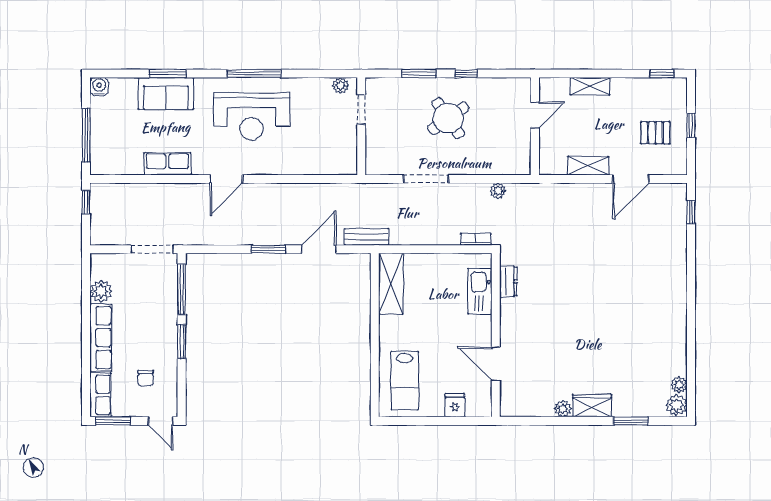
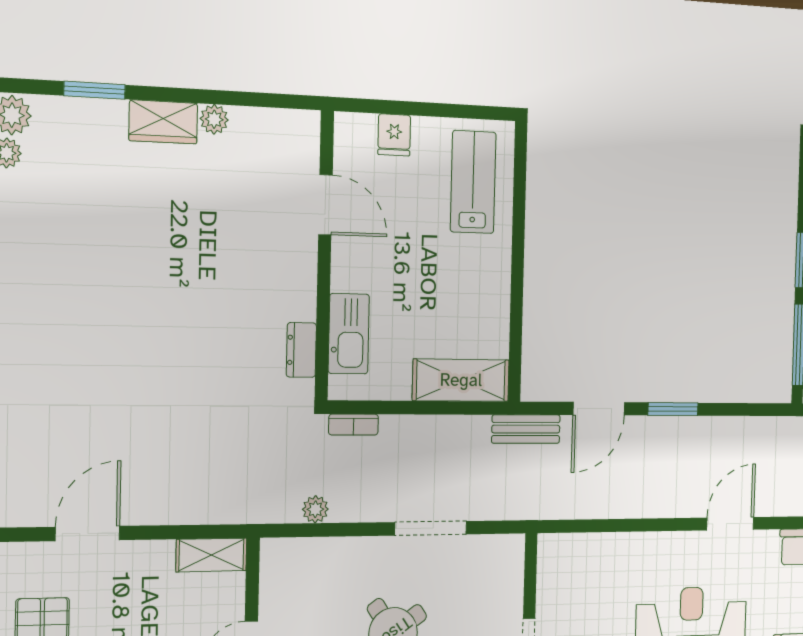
shelving: (588, 166) -> (211, 555), moved
shelving: (391, 284) -> (461, 380), moved, turned 90

